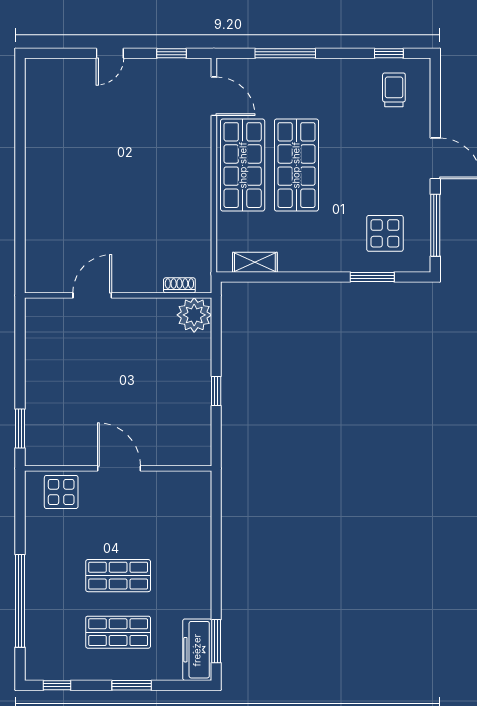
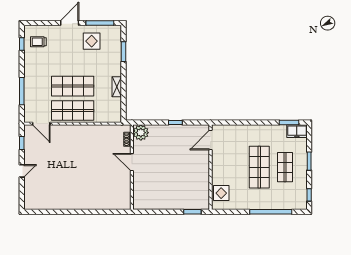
door: (110, 53) -> (22, 171), hinge flipped
door: (214, 96) -> (41, 124), swing flipped
display table: (385, 233) -> (92, 41), moved
shelving: (255, 262) -> (117, 87), moved
door: (92, 295) -> (132, 162), moved
door: (119, 468) -> (211, 140), moved
shop shelf: (118, 576) -> (259, 167), width x1.43, depth x1.36
freezer: (197, 650) -> (297, 131), width x0.71

